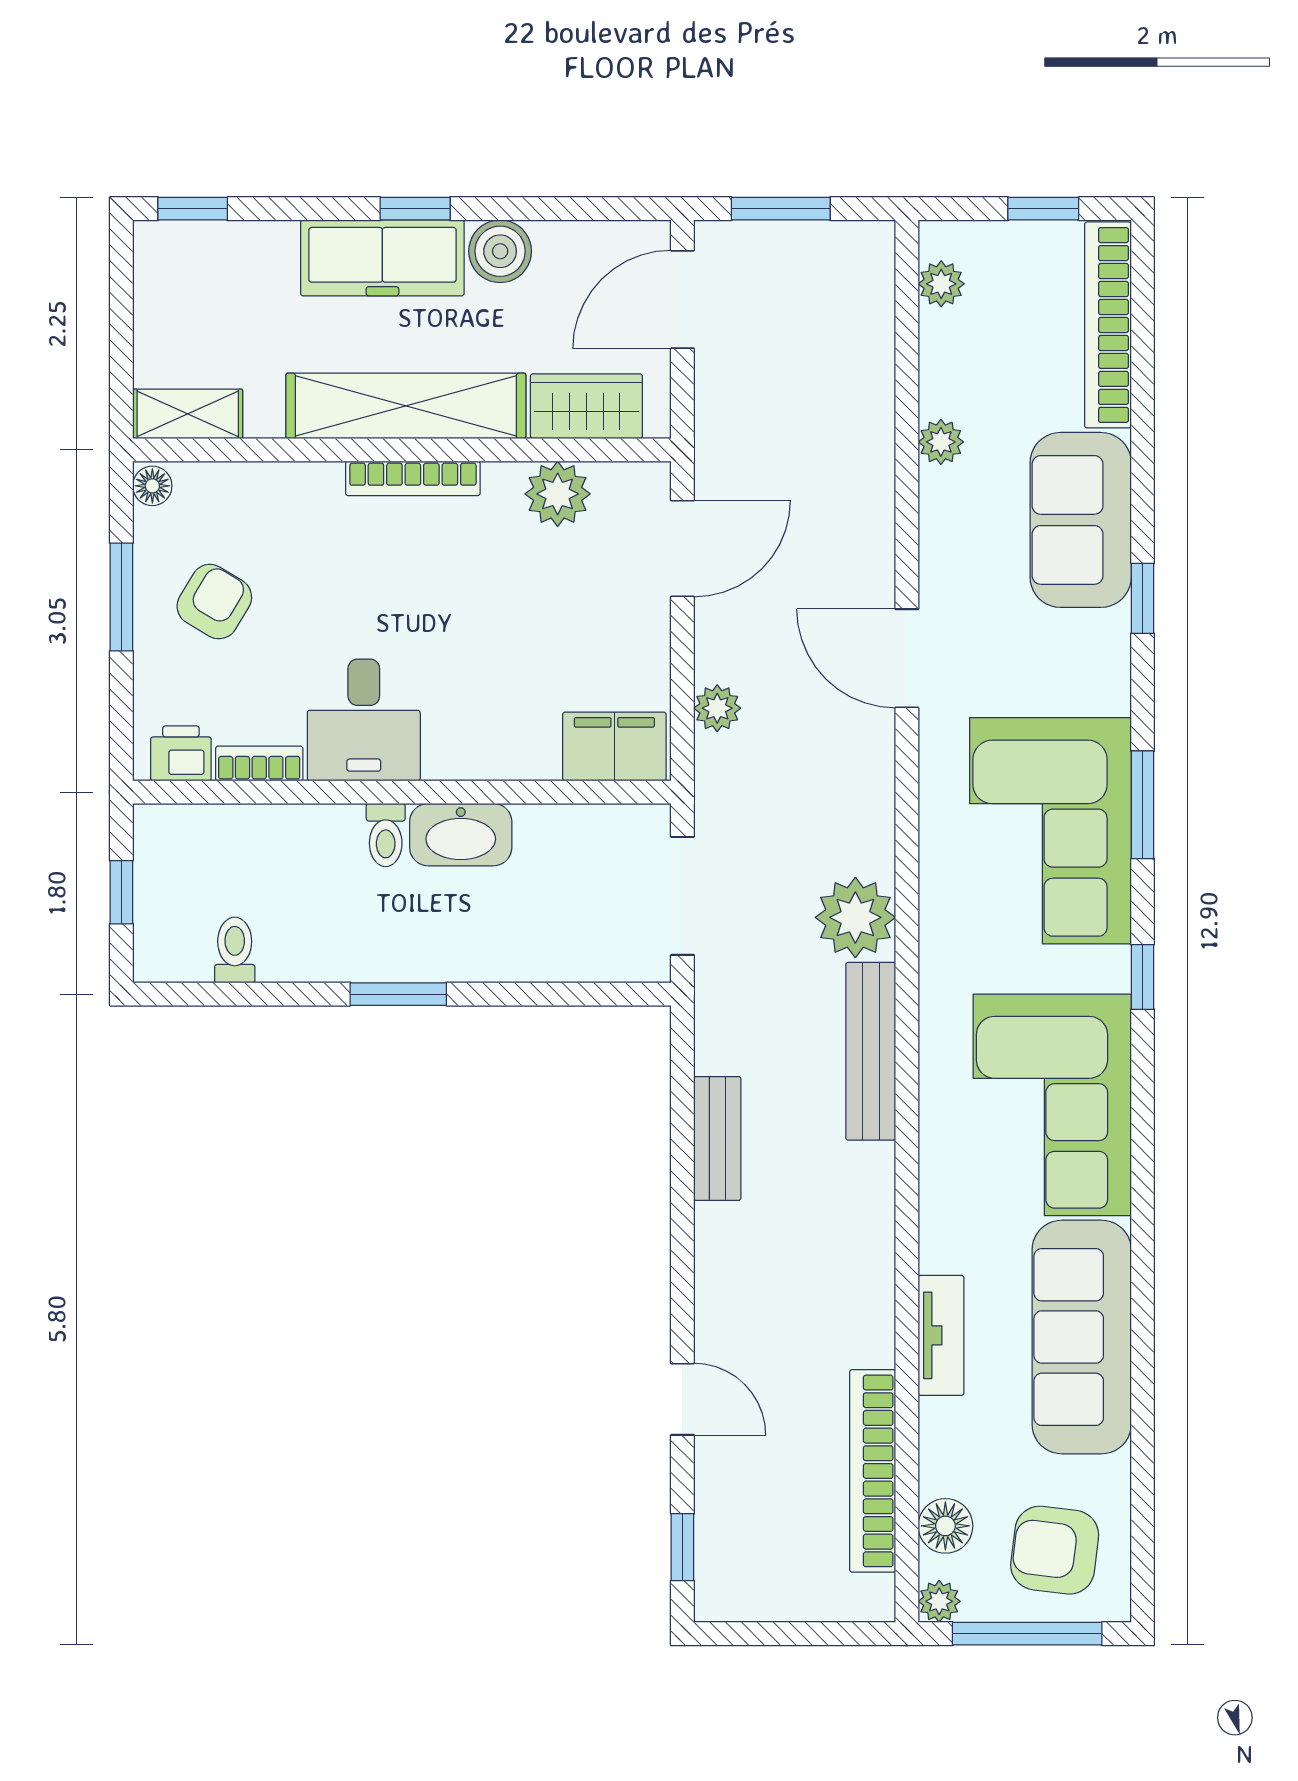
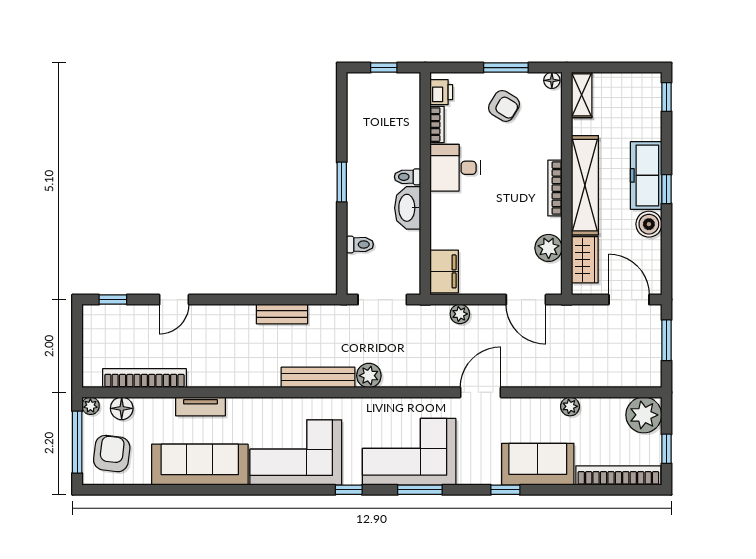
plant: (941, 284) -> (644, 415), width x1.88, depth x1.88
plant: (855, 917) -> (369, 376), width x0.73, depth x0.73
toilet: (235, 950) -> (360, 244), moved

